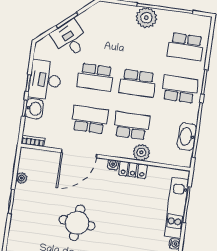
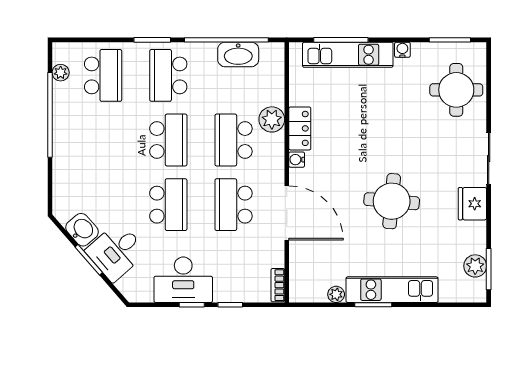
plant: (146, 18) -> (61, 73), moved, width x0.53, depth x0.53
washbasin: (34, 109) -> (82, 230), moved, turned 49
kitchen unit: (19, 215) -> (392, 290), added

